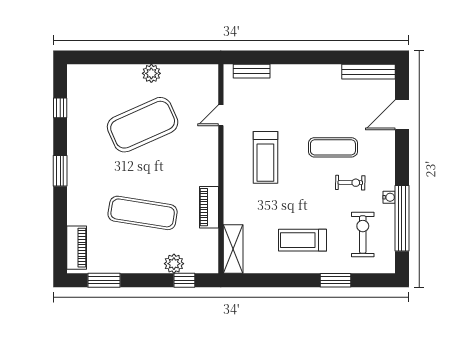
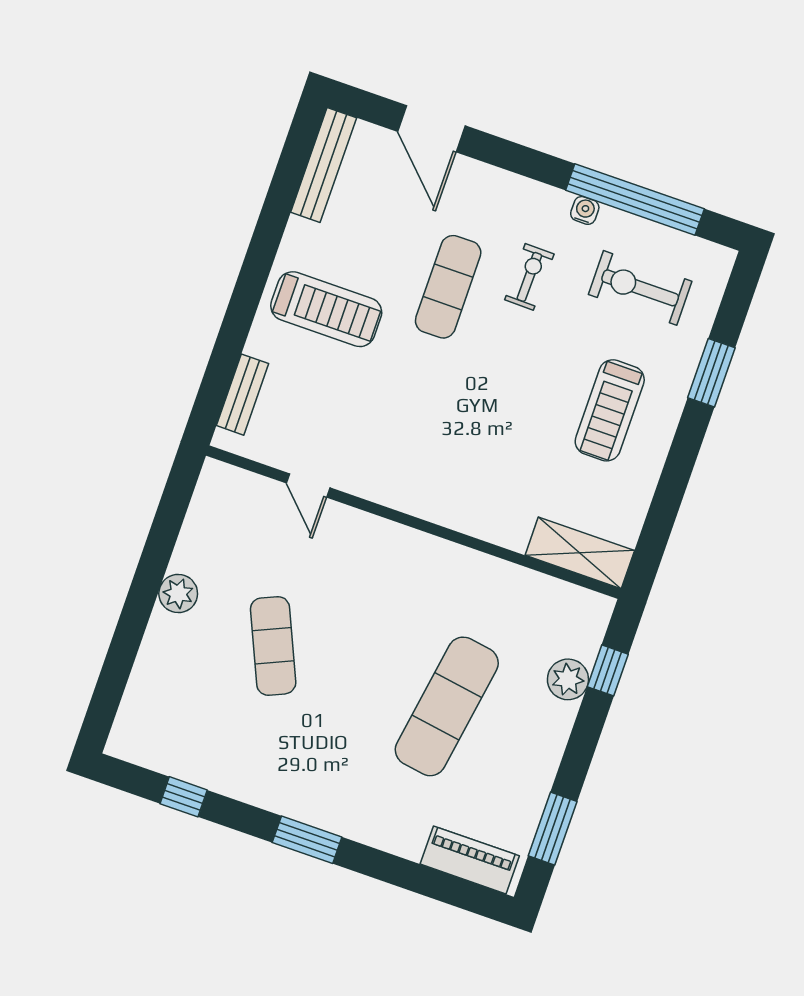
exercise mat: (143, 125) -> (273, 646), width x0.50, depth x0.69
treadmill: (265, 157) -> (326, 309), moved
piano: (209, 207) -> (481, 572), removed

